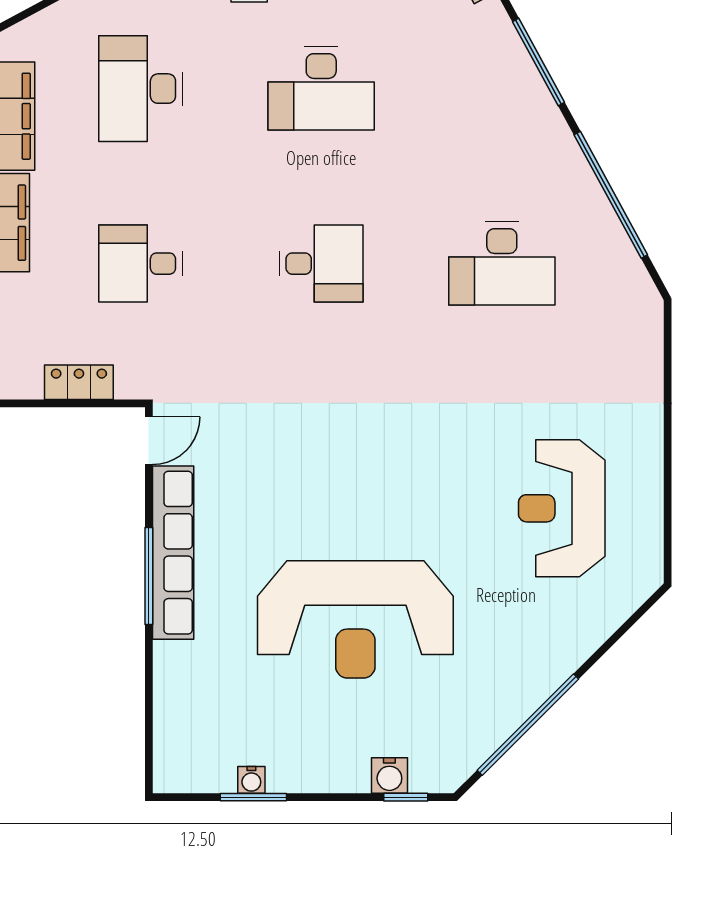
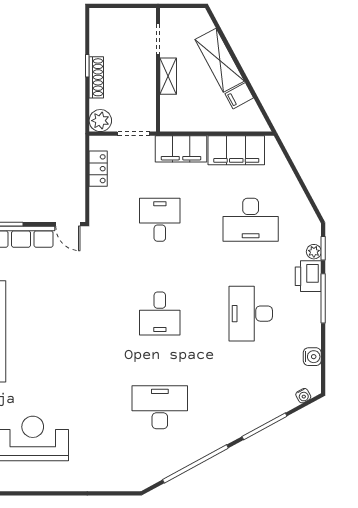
desk: (140, 89) -> (251, 220), turned 180
desk: (502, 264) -> (160, 407), turned 90
locker: (79, 382) -> (98, 169), moved

